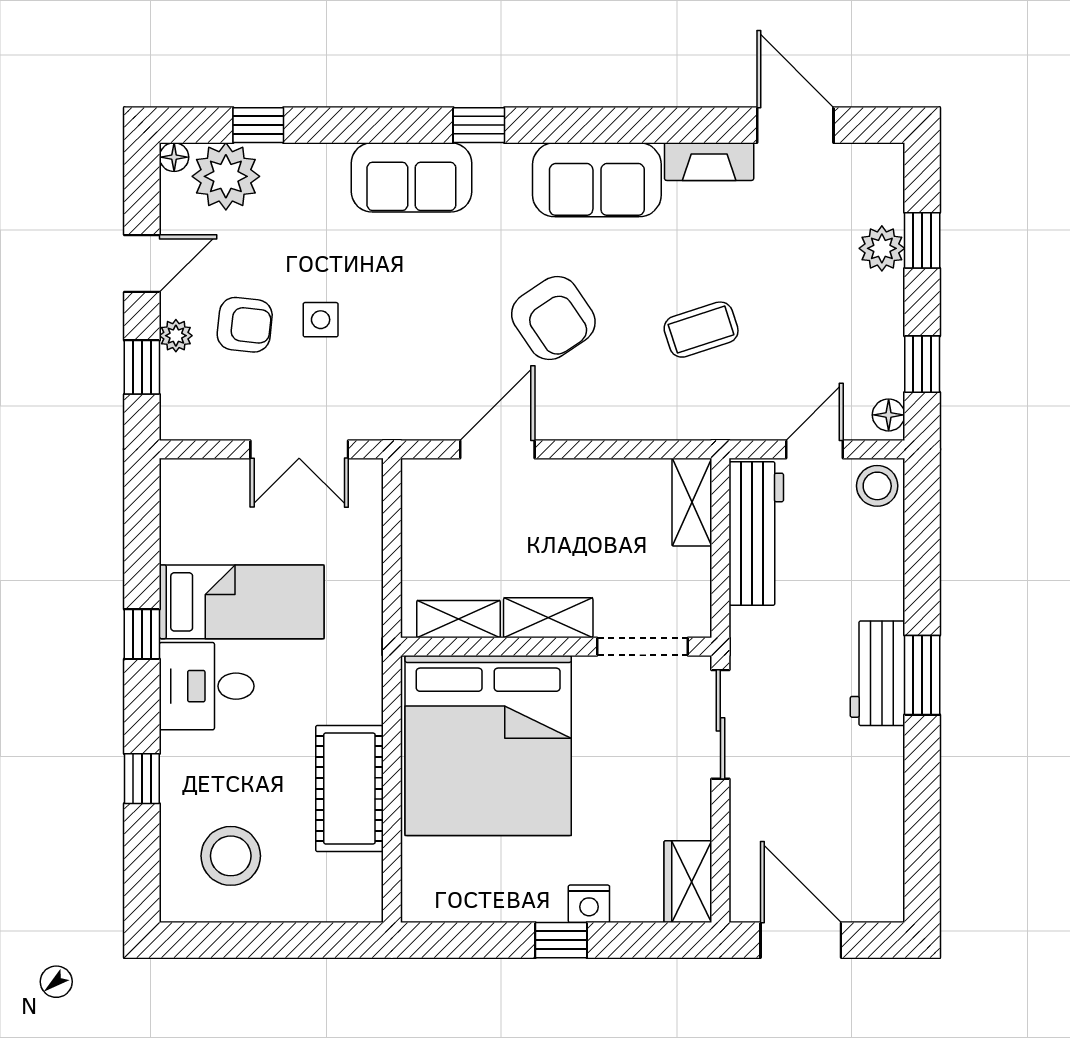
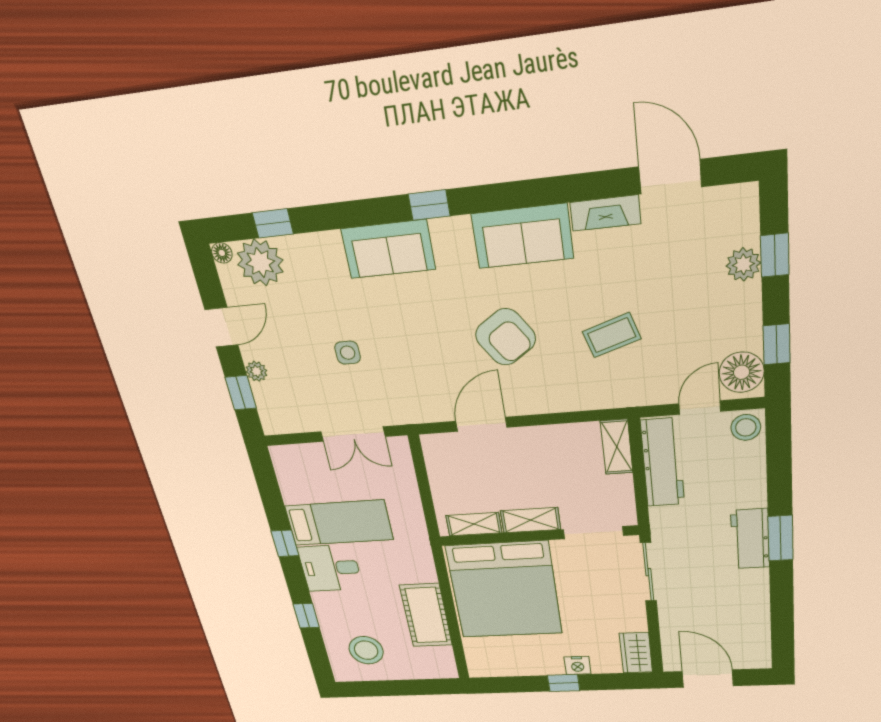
armchair: (245, 325) -> (299, 360), removed
floor lamp: (889, 415) -> (742, 372), width x1.89, depth x1.89

